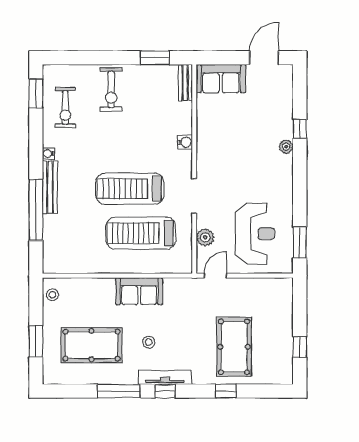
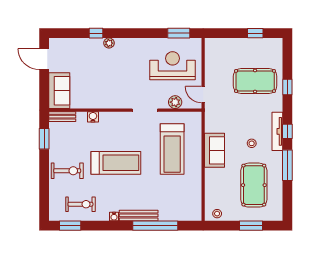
water cooler: (185, 142) -> (93, 117), moved
treadmill: (130, 189) -> (116, 163), moved, turned -90

